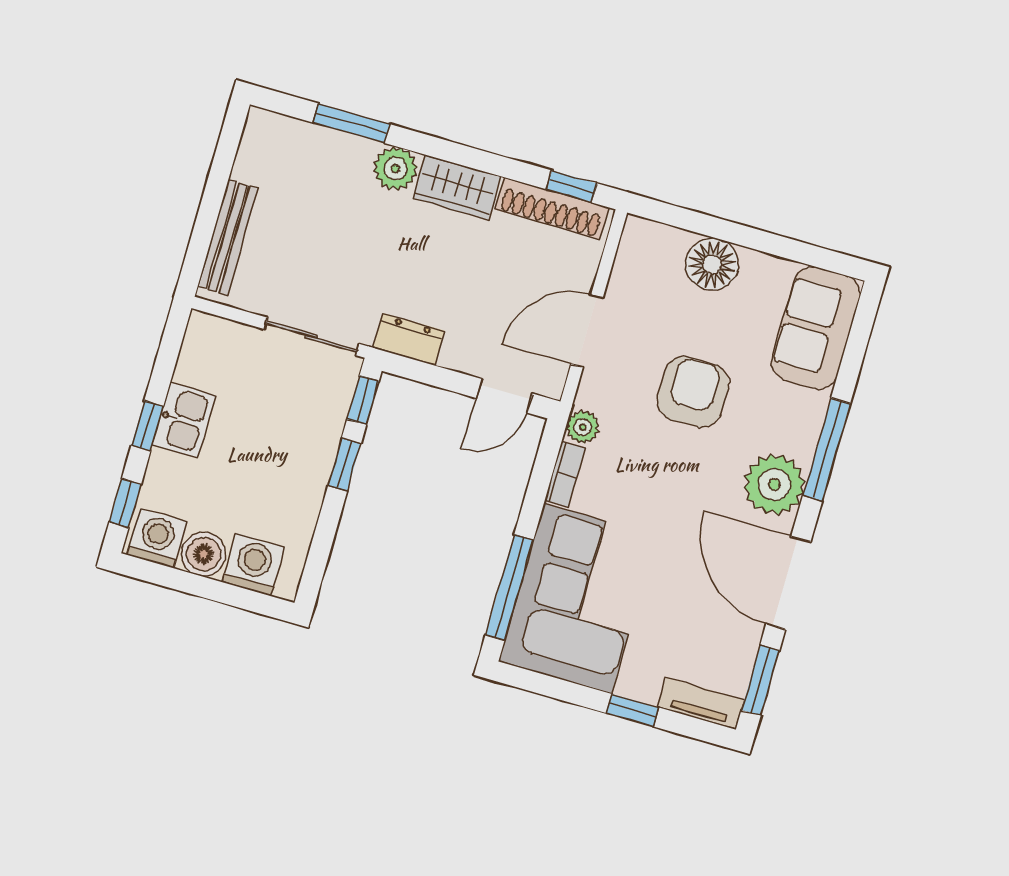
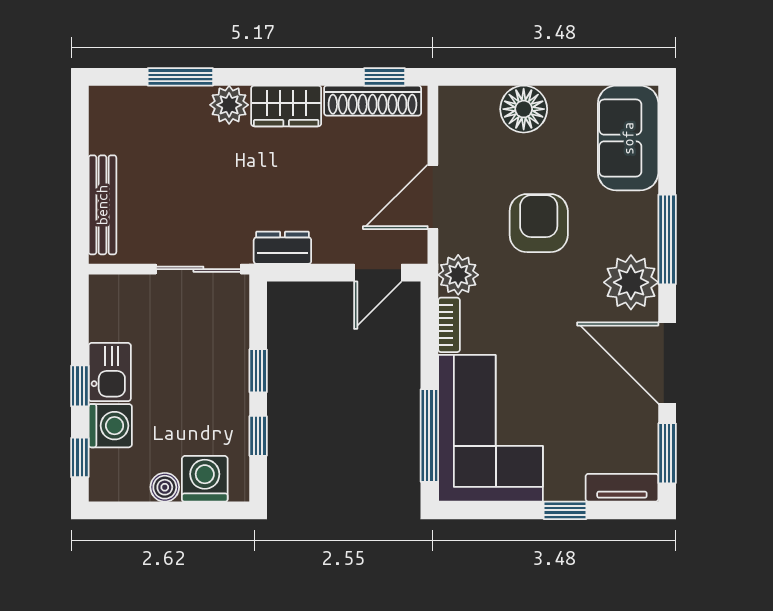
window: (363, 400) -> (258, 436), moved
plant: (583, 427) -> (458, 275), width x1.38, depth x1.38
washing machine: (157, 538) -> (110, 426), moved, turned 90
boiler: (204, 554) -> (165, 487), width x0.73, depth x0.73

